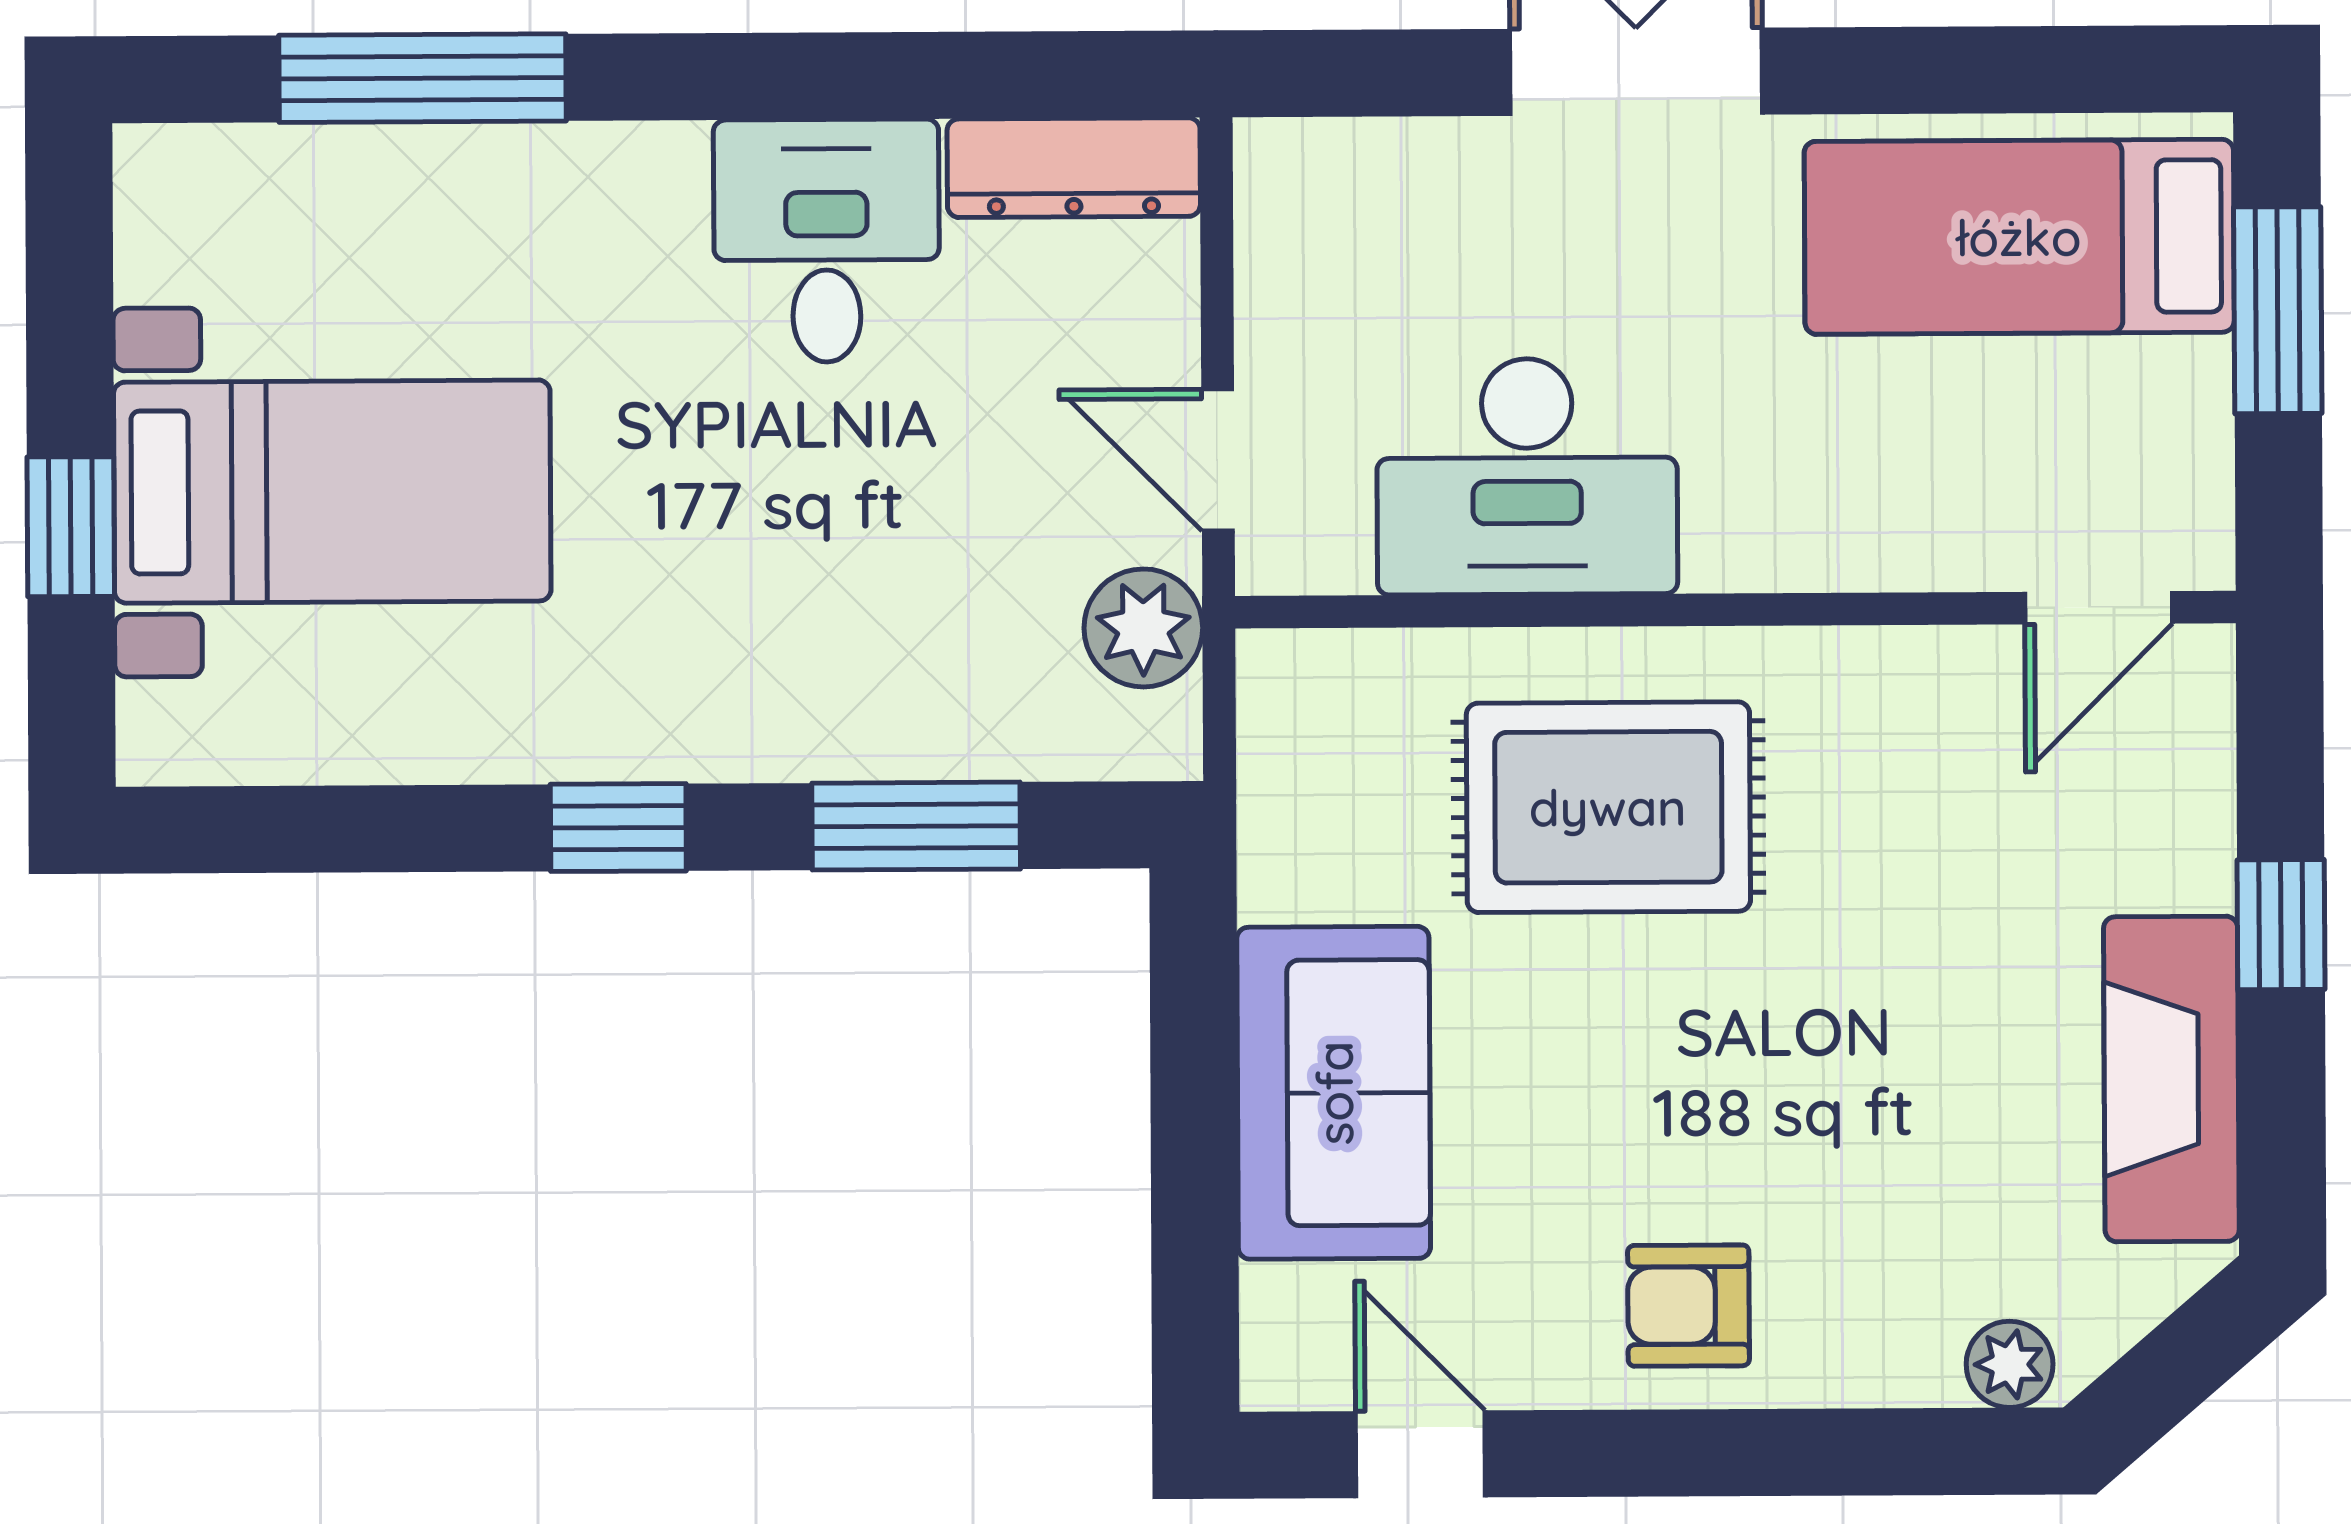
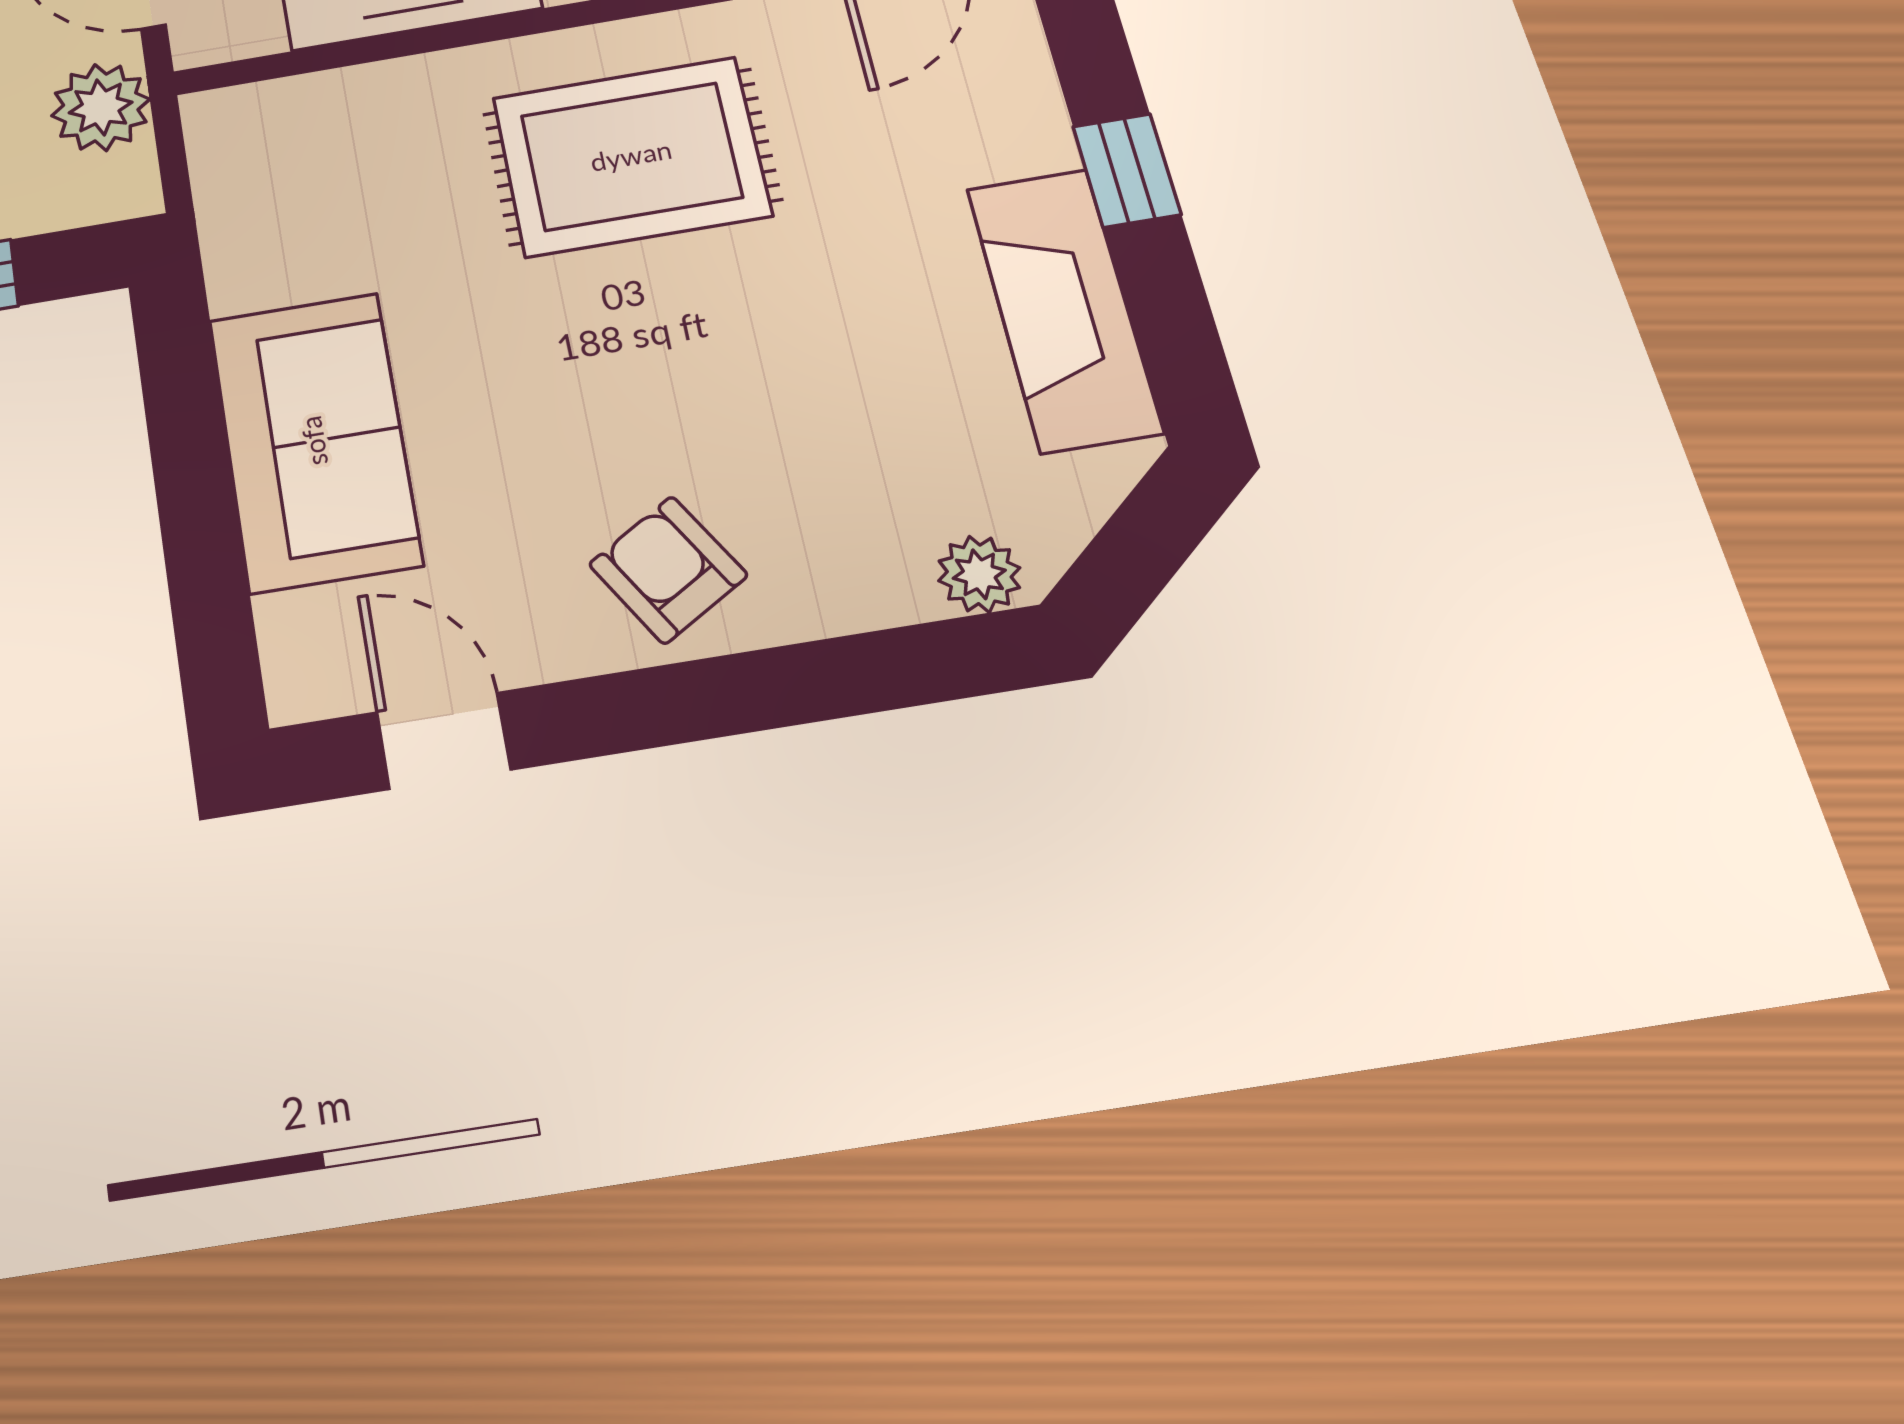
rug: (1608, 807) -> (631, 156), moved
armchair: (1689, 1306) -> (668, 570), turned 59

